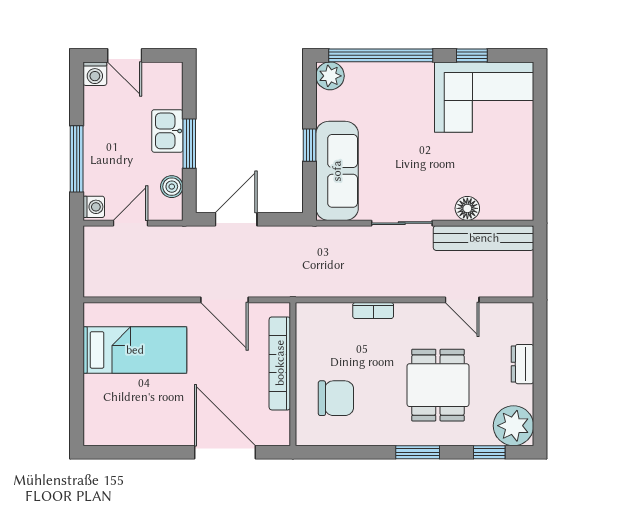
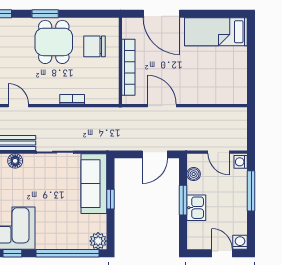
door: (131, 223) -> (219, 152), hinge flipped
bed: (135, 350) -> (216, 32), moved
dining table: (438, 385) -> (54, 42), moved

